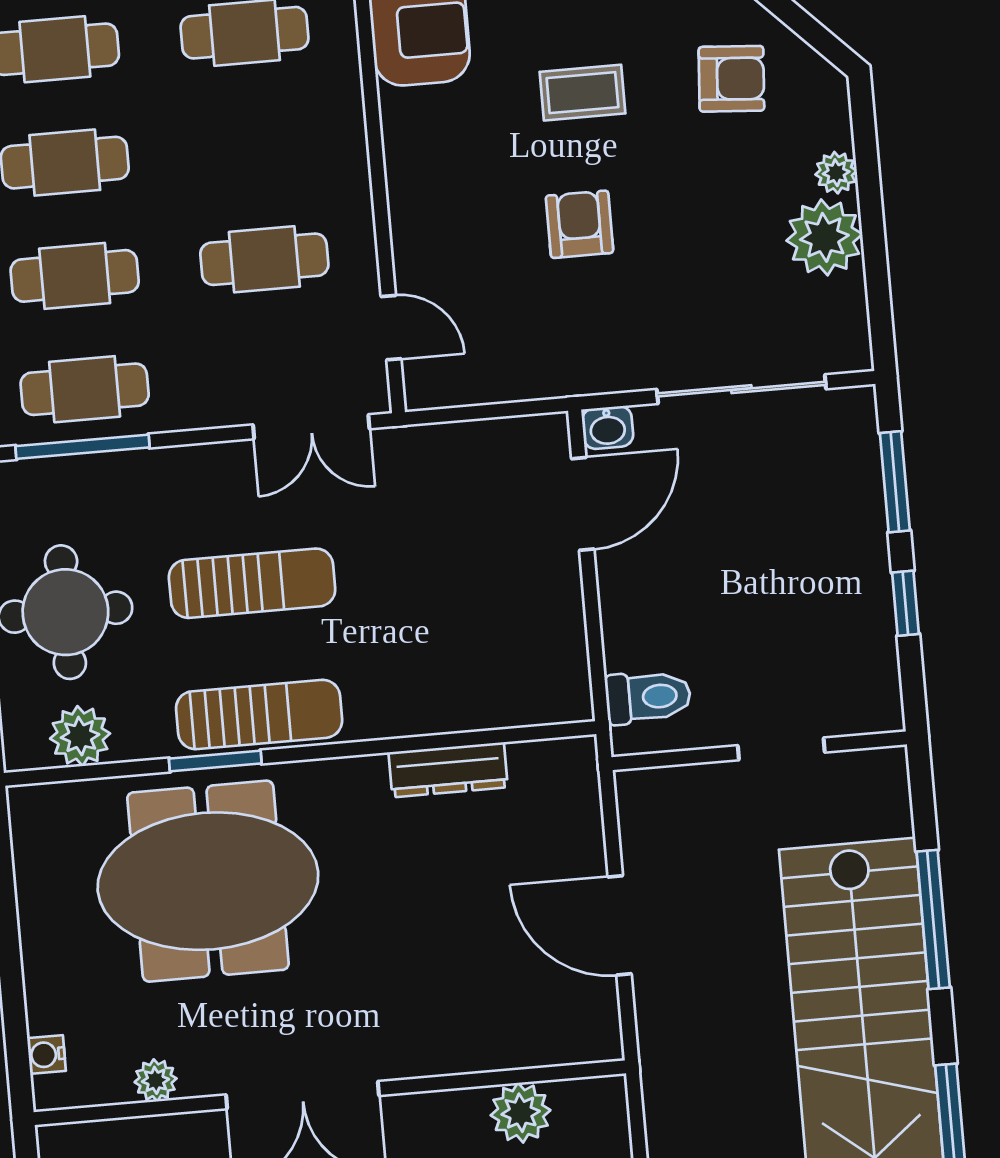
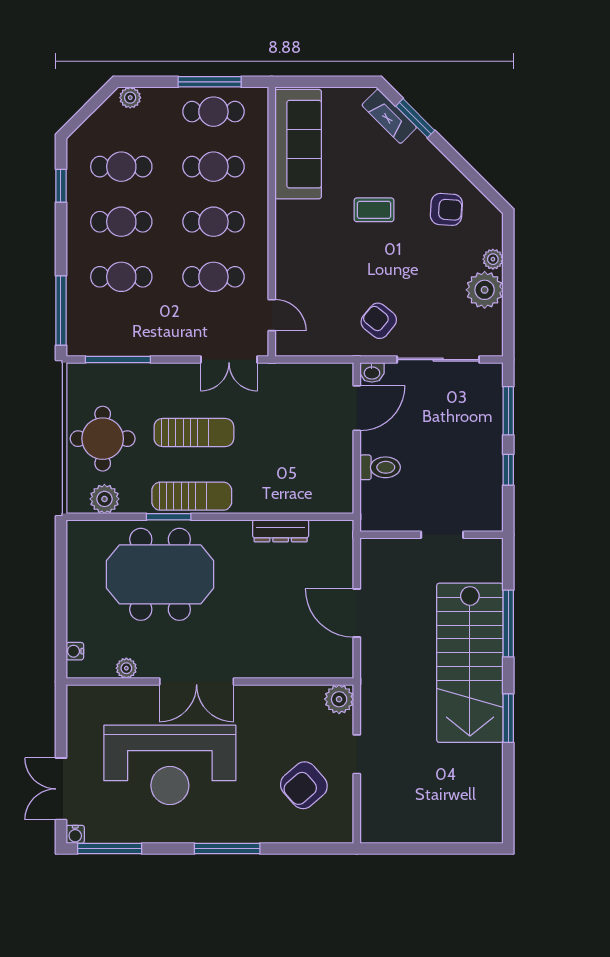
armchair: (580, 224) -> (379, 321), moved, turned -51
cafe table: (85, 389) -> (213, 222), moved
toilet: (648, 697) -> (380, 467), moved
plant: (521, 1113) -> (339, 699), moved

